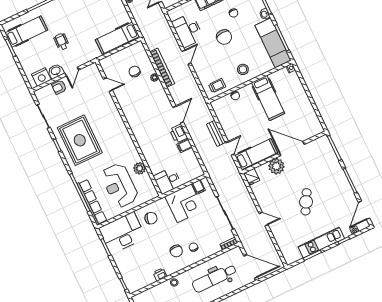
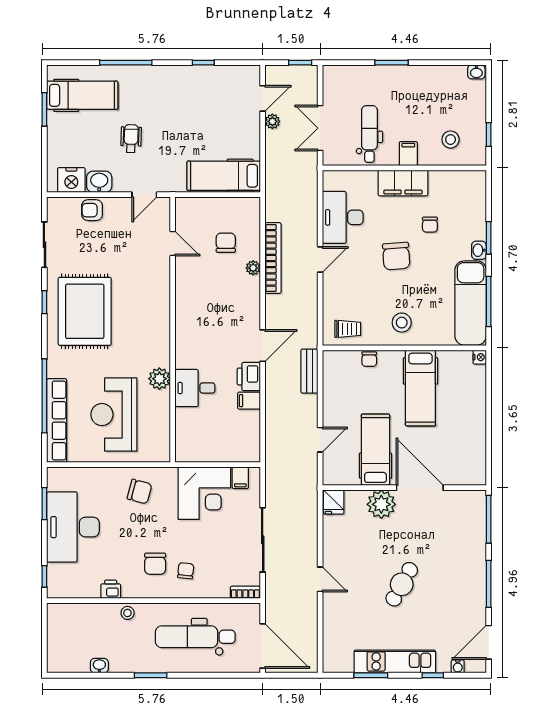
door: (72, 72) -> (144, 195), moved
bench: (216, 133) -> (309, 371), moved
hospital bed: (256, 154) -> (375, 450), moved, turned -90
plant: (140, 168) -> (159, 379), moved
desk: (168, 181) -> (195, 388), moved
desk: (122, 233) -> (73, 527), moved, turned -90

